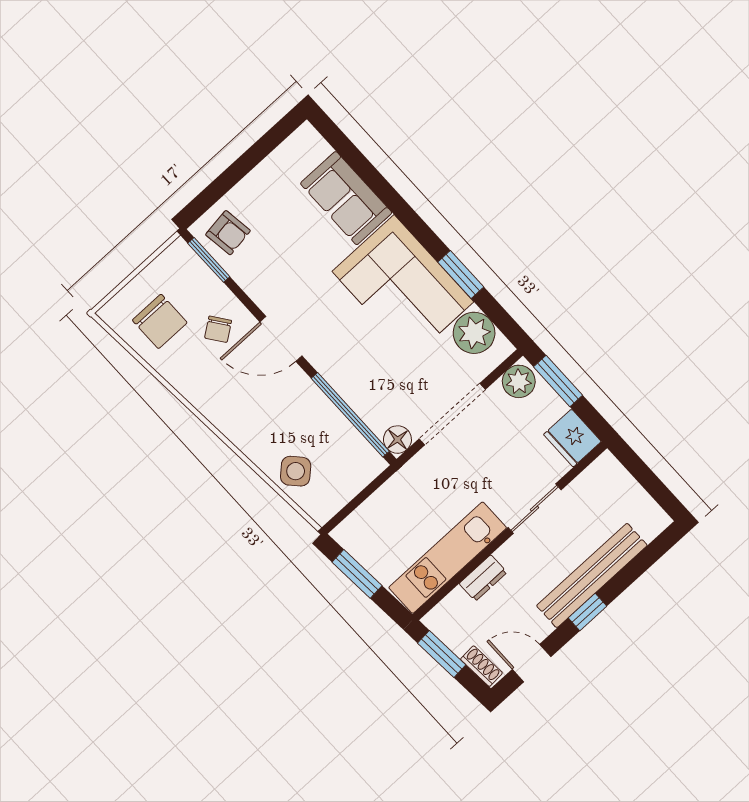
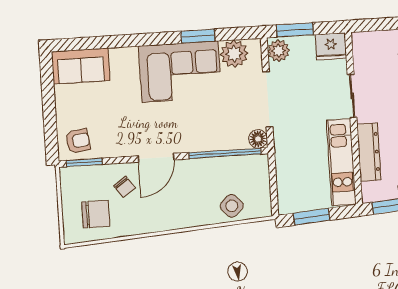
sofa: (346, 198) -> (81, 66), moved
dresser: (483, 578) -> (369, 152), width x1.96, depth x1.24

